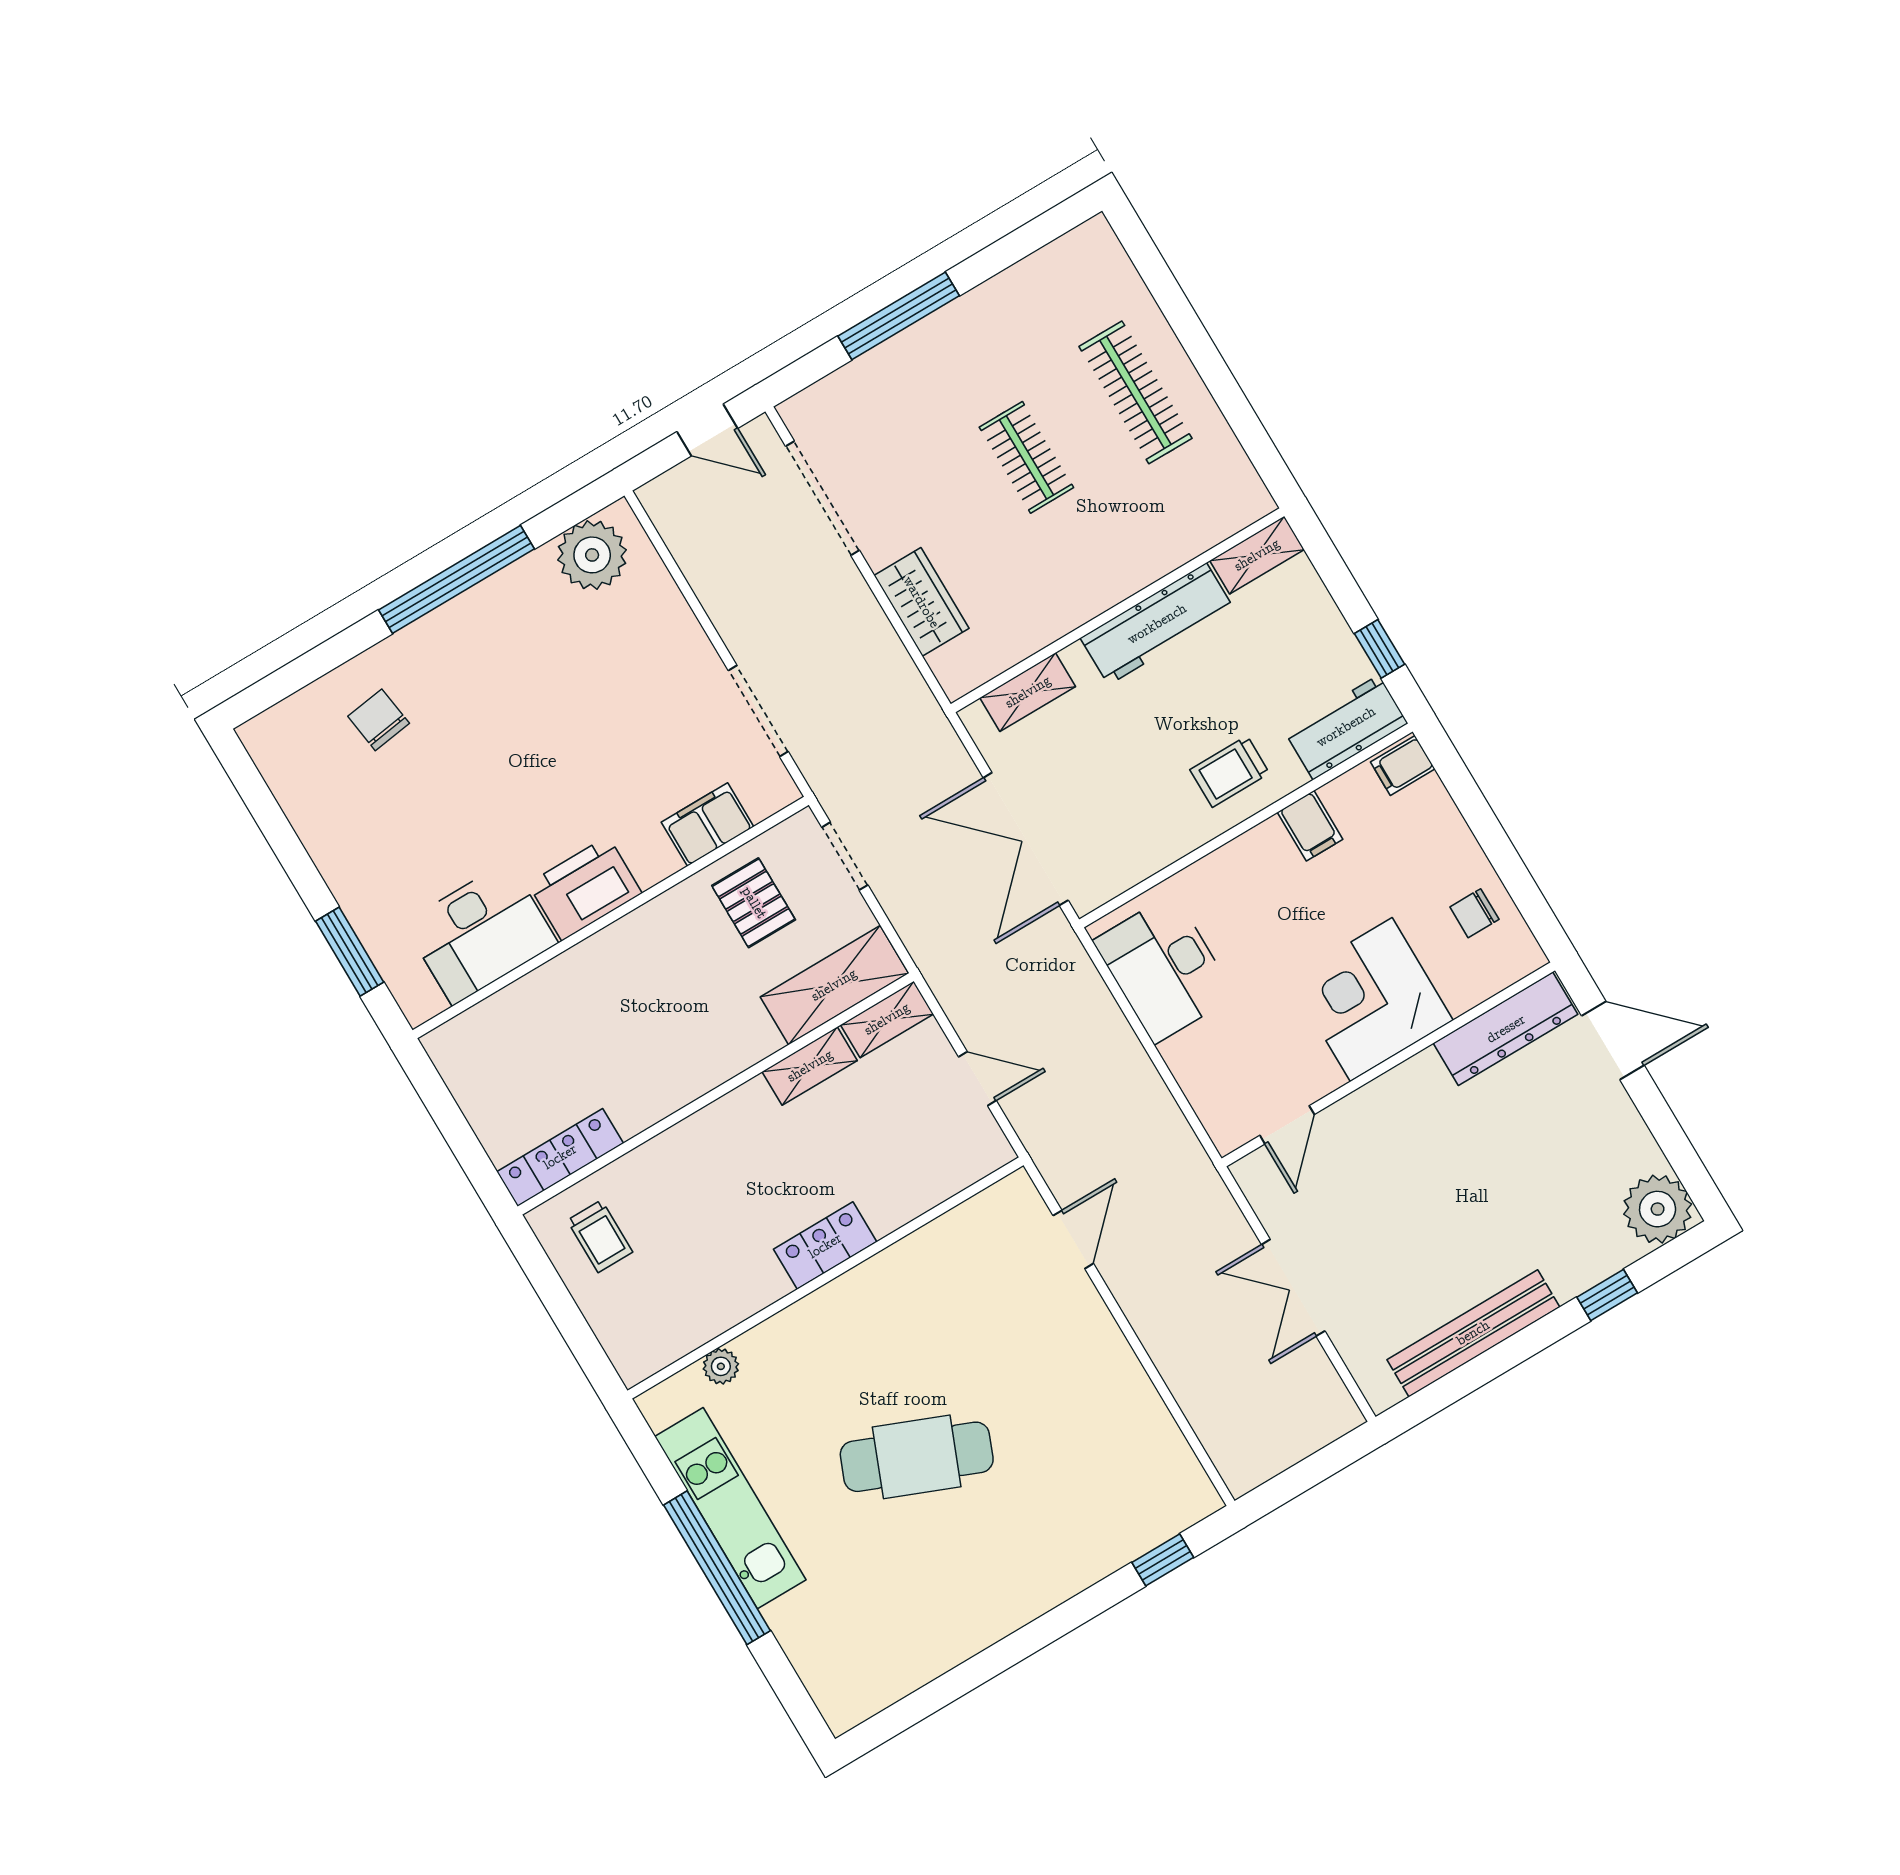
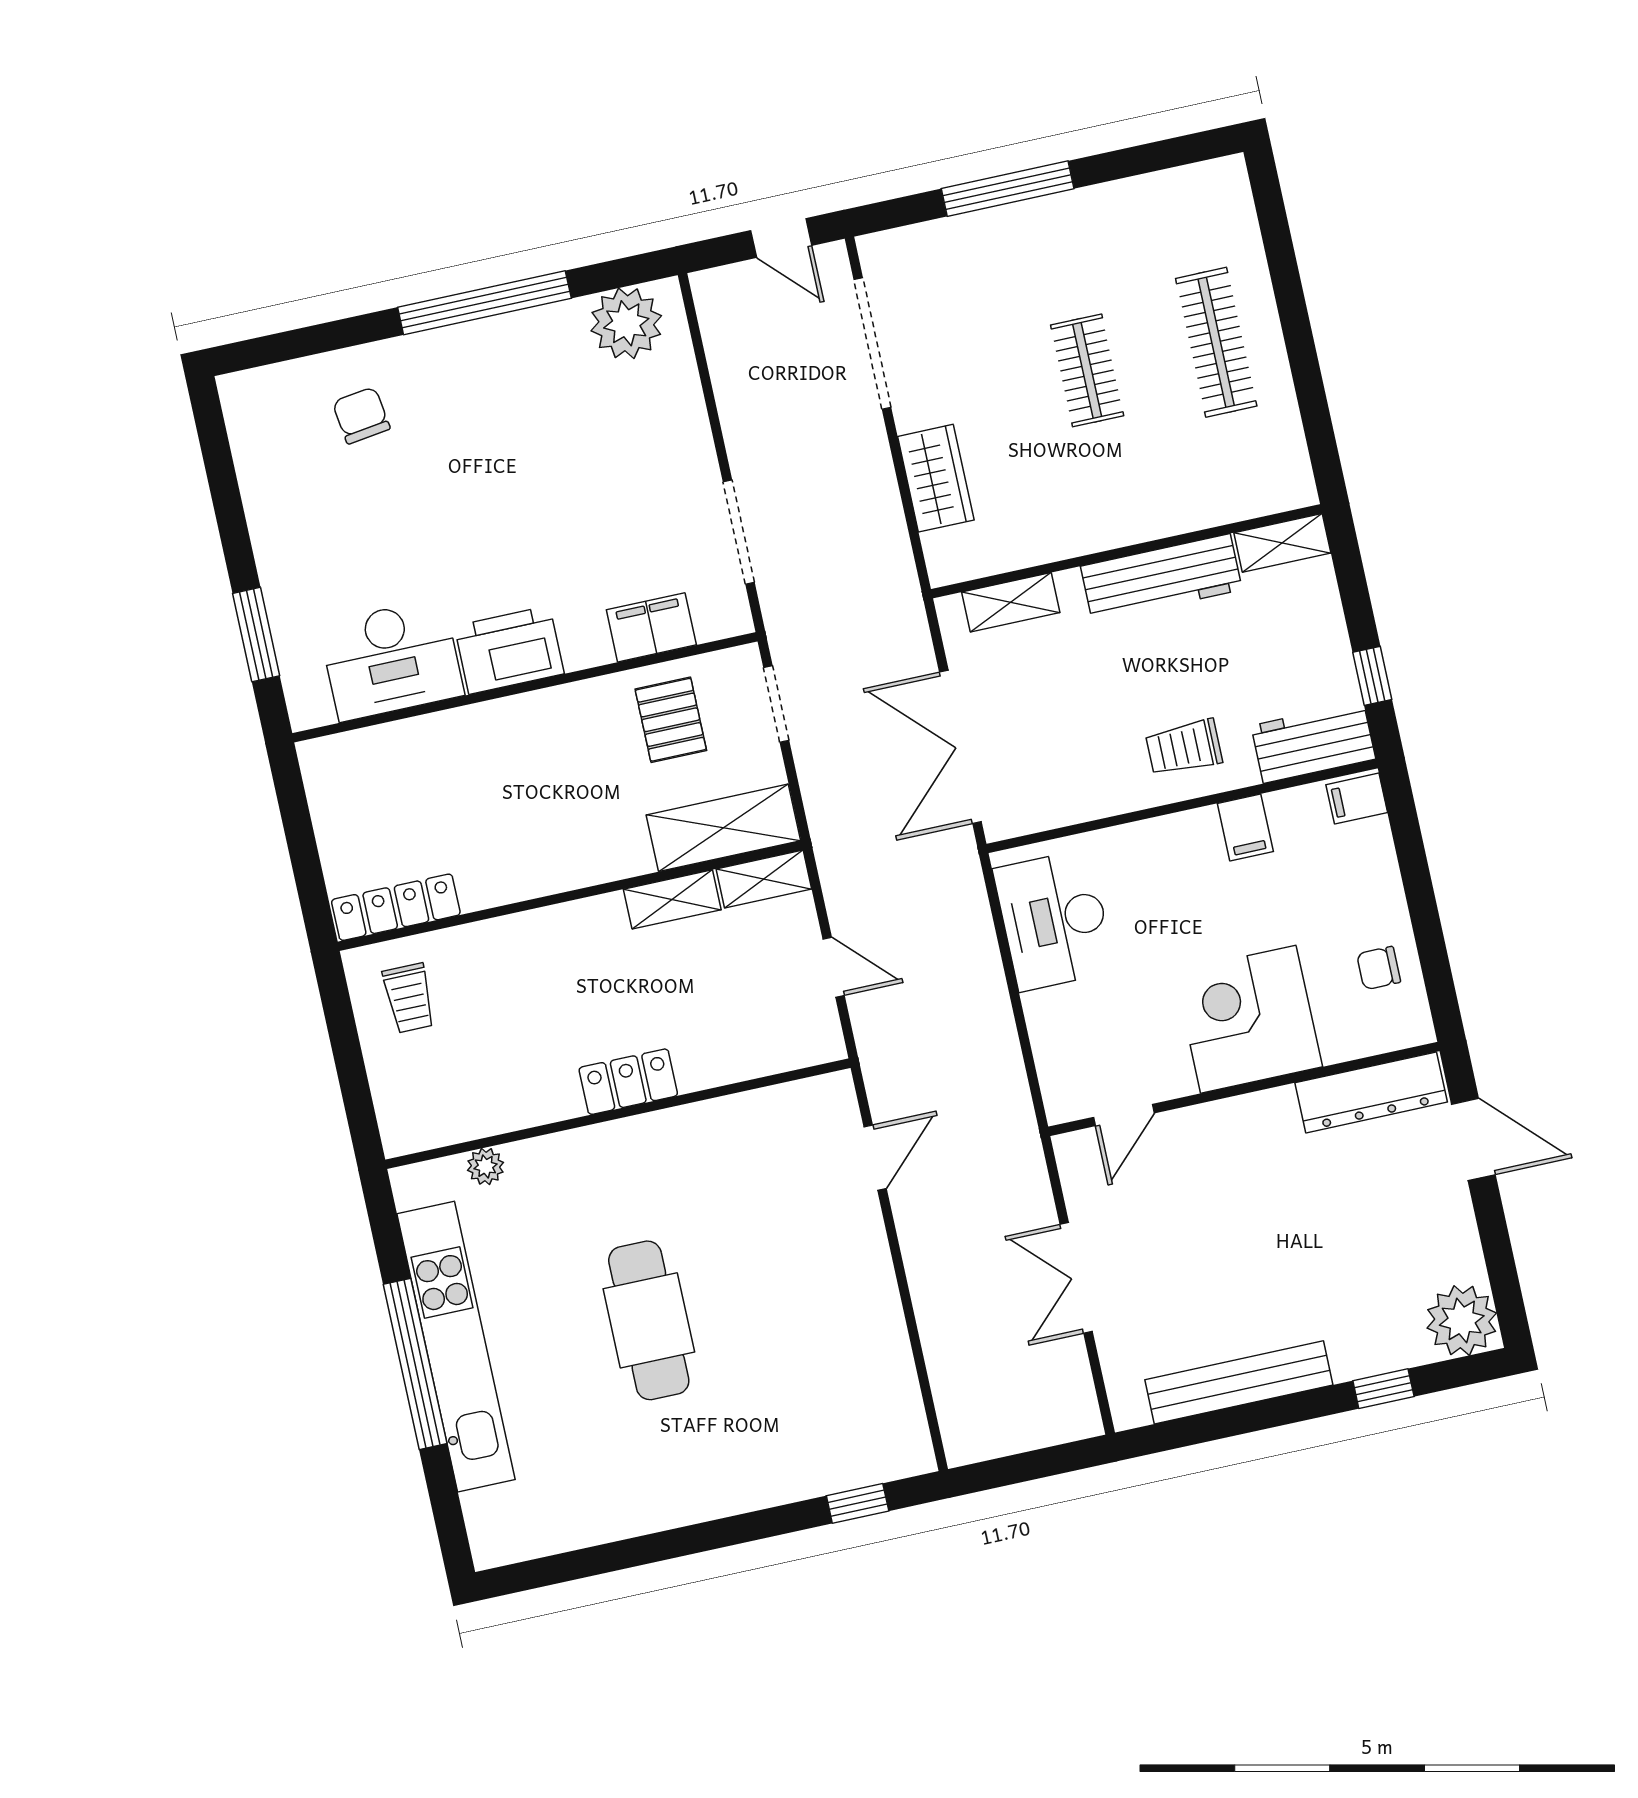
cafe table: (917, 1457) -> (649, 1320), turned 68
kitchen unit: (730, 1508) -> (456, 1347), width x1.36

